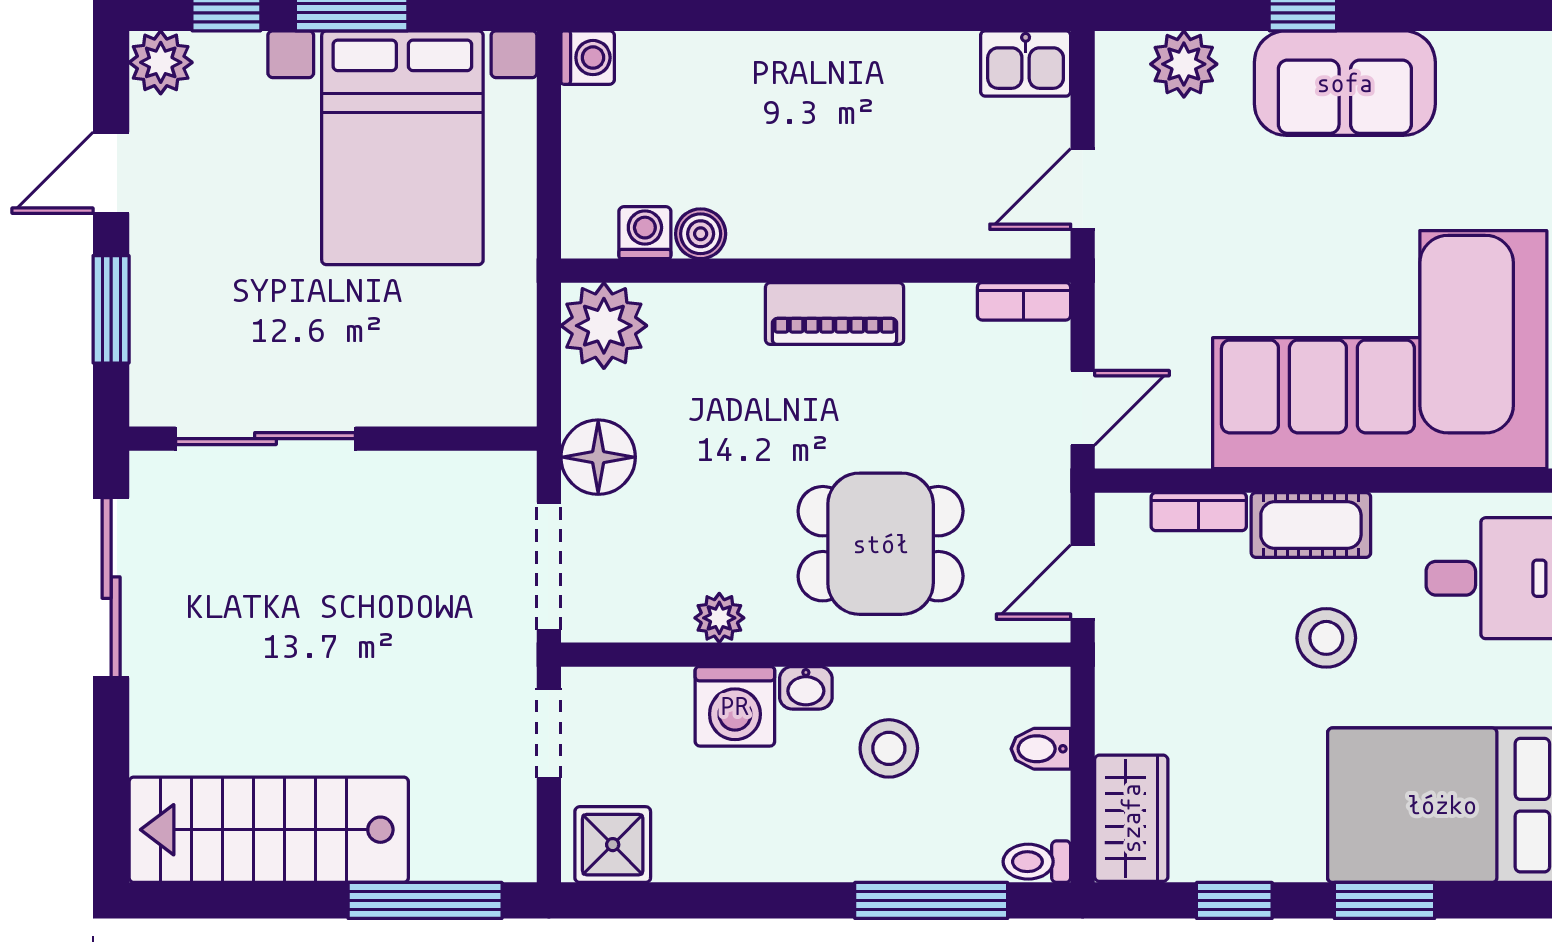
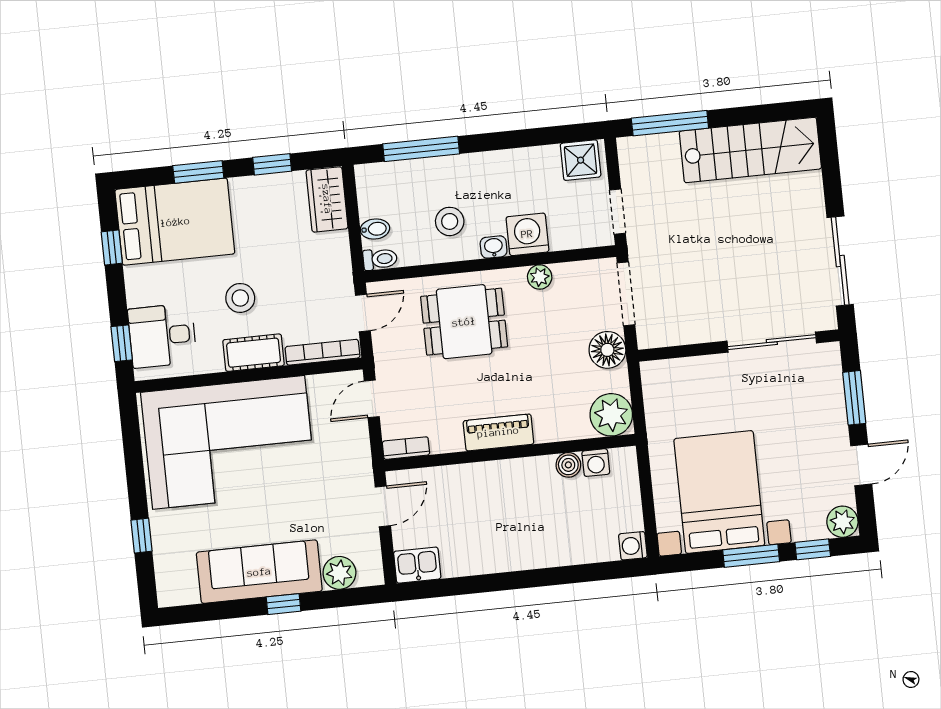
sofa: (1345, 83) -> (259, 572), width x1.36
bookcase: (1199, 512) -> (323, 352), width x1.56
toilet: (1037, 862) -> (380, 259), moved

